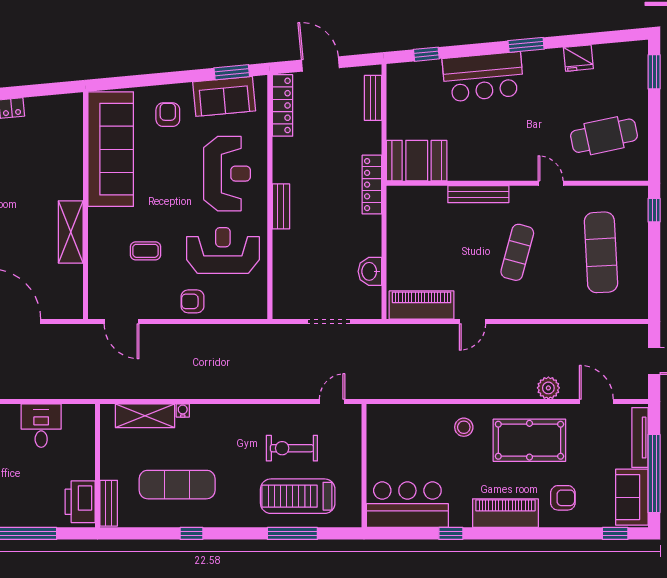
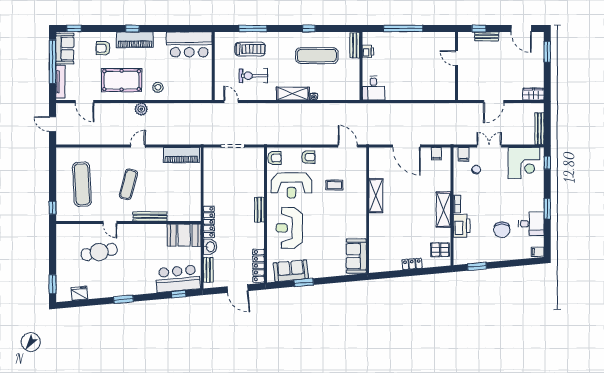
fridge: (578, 58) -> (79, 293), moved
window: (232, 72) -> (304, 283), moved
bar counter: (483, 77) -> (178, 279), moved
armchair: (168, 115) -> (275, 158), moved, turned -90
cafe table: (604, 136) -> (99, 252), moved
sofa: (111, 149) -> (356, 256), width x0.54, depth x0.79
washbasin: (370, 271) -> (210, 247), moved
door: (473, 321) -> (138, 146), moved
plant: (548, 388) -> (141, 109), moved
door: (332, 402) -> (231, 102), swing flipped
shelving: (145, 416) -> (293, 94), moved
desk: (41, 426) -> (373, 88), moved
exercise bike: (292, 448) -> (253, 76), turned 180
treadmill: (298, 496) -> (250, 49), width x0.73, depth x0.73
printer: (80, 502) -> (368, 51), width x0.53, depth x0.68
window: (451, 533) -> (132, 28), moved

